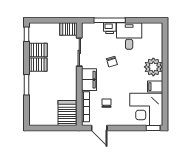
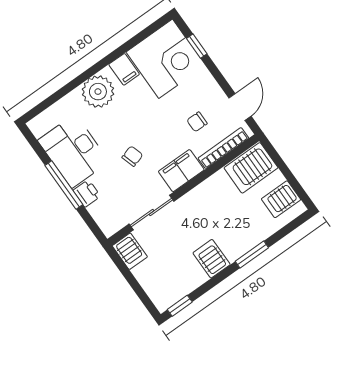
window: (110, 20) -> (64, 185), moved
desk: (129, 36) -> (74, 151), width x1.37
server rack: (38, 50) -> (281, 199), moved, turned -90
window: (153, 128) -> (197, 46), moved

